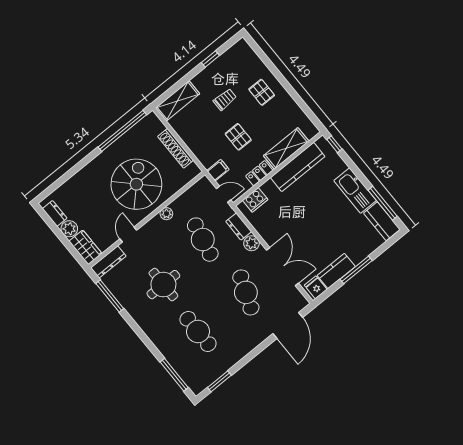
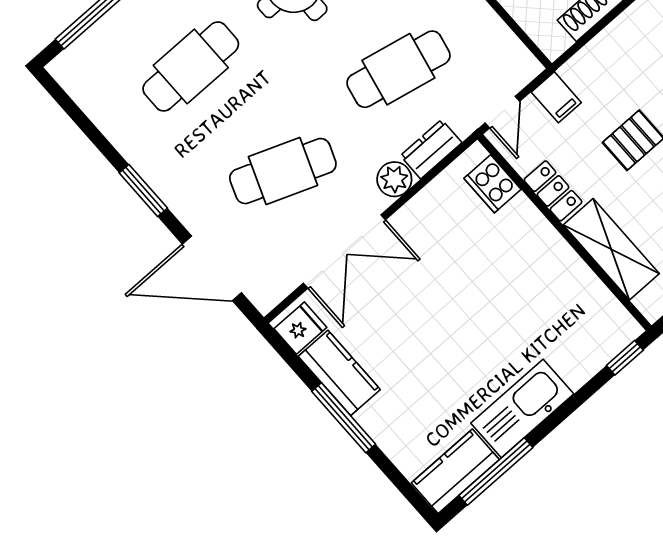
kitchen counter: (298, 167) -> (570, 277), removed
window: (219, 381) -> (143, 191), moved

